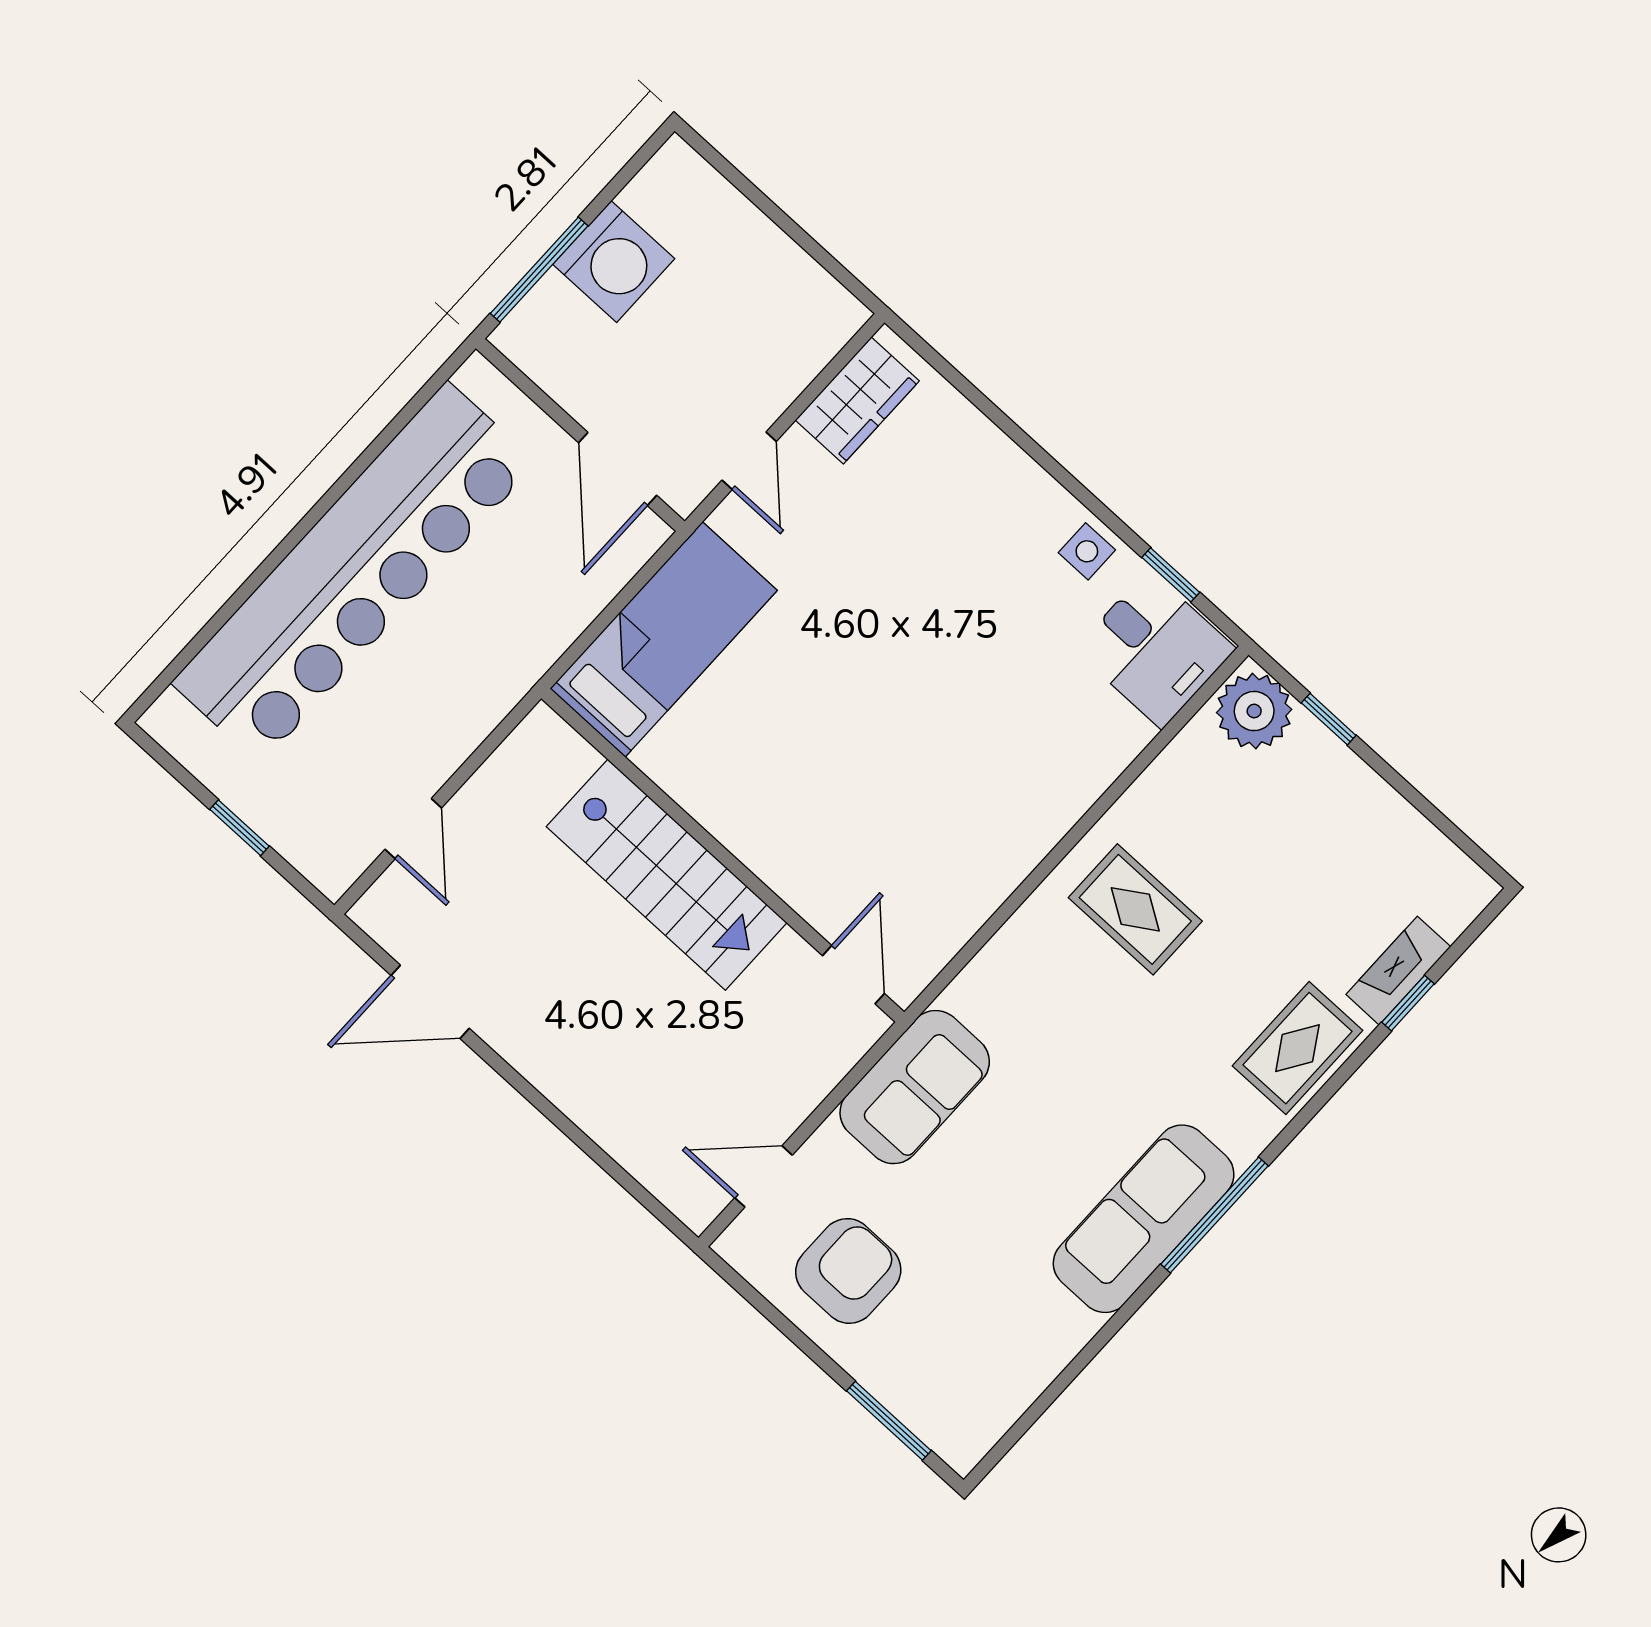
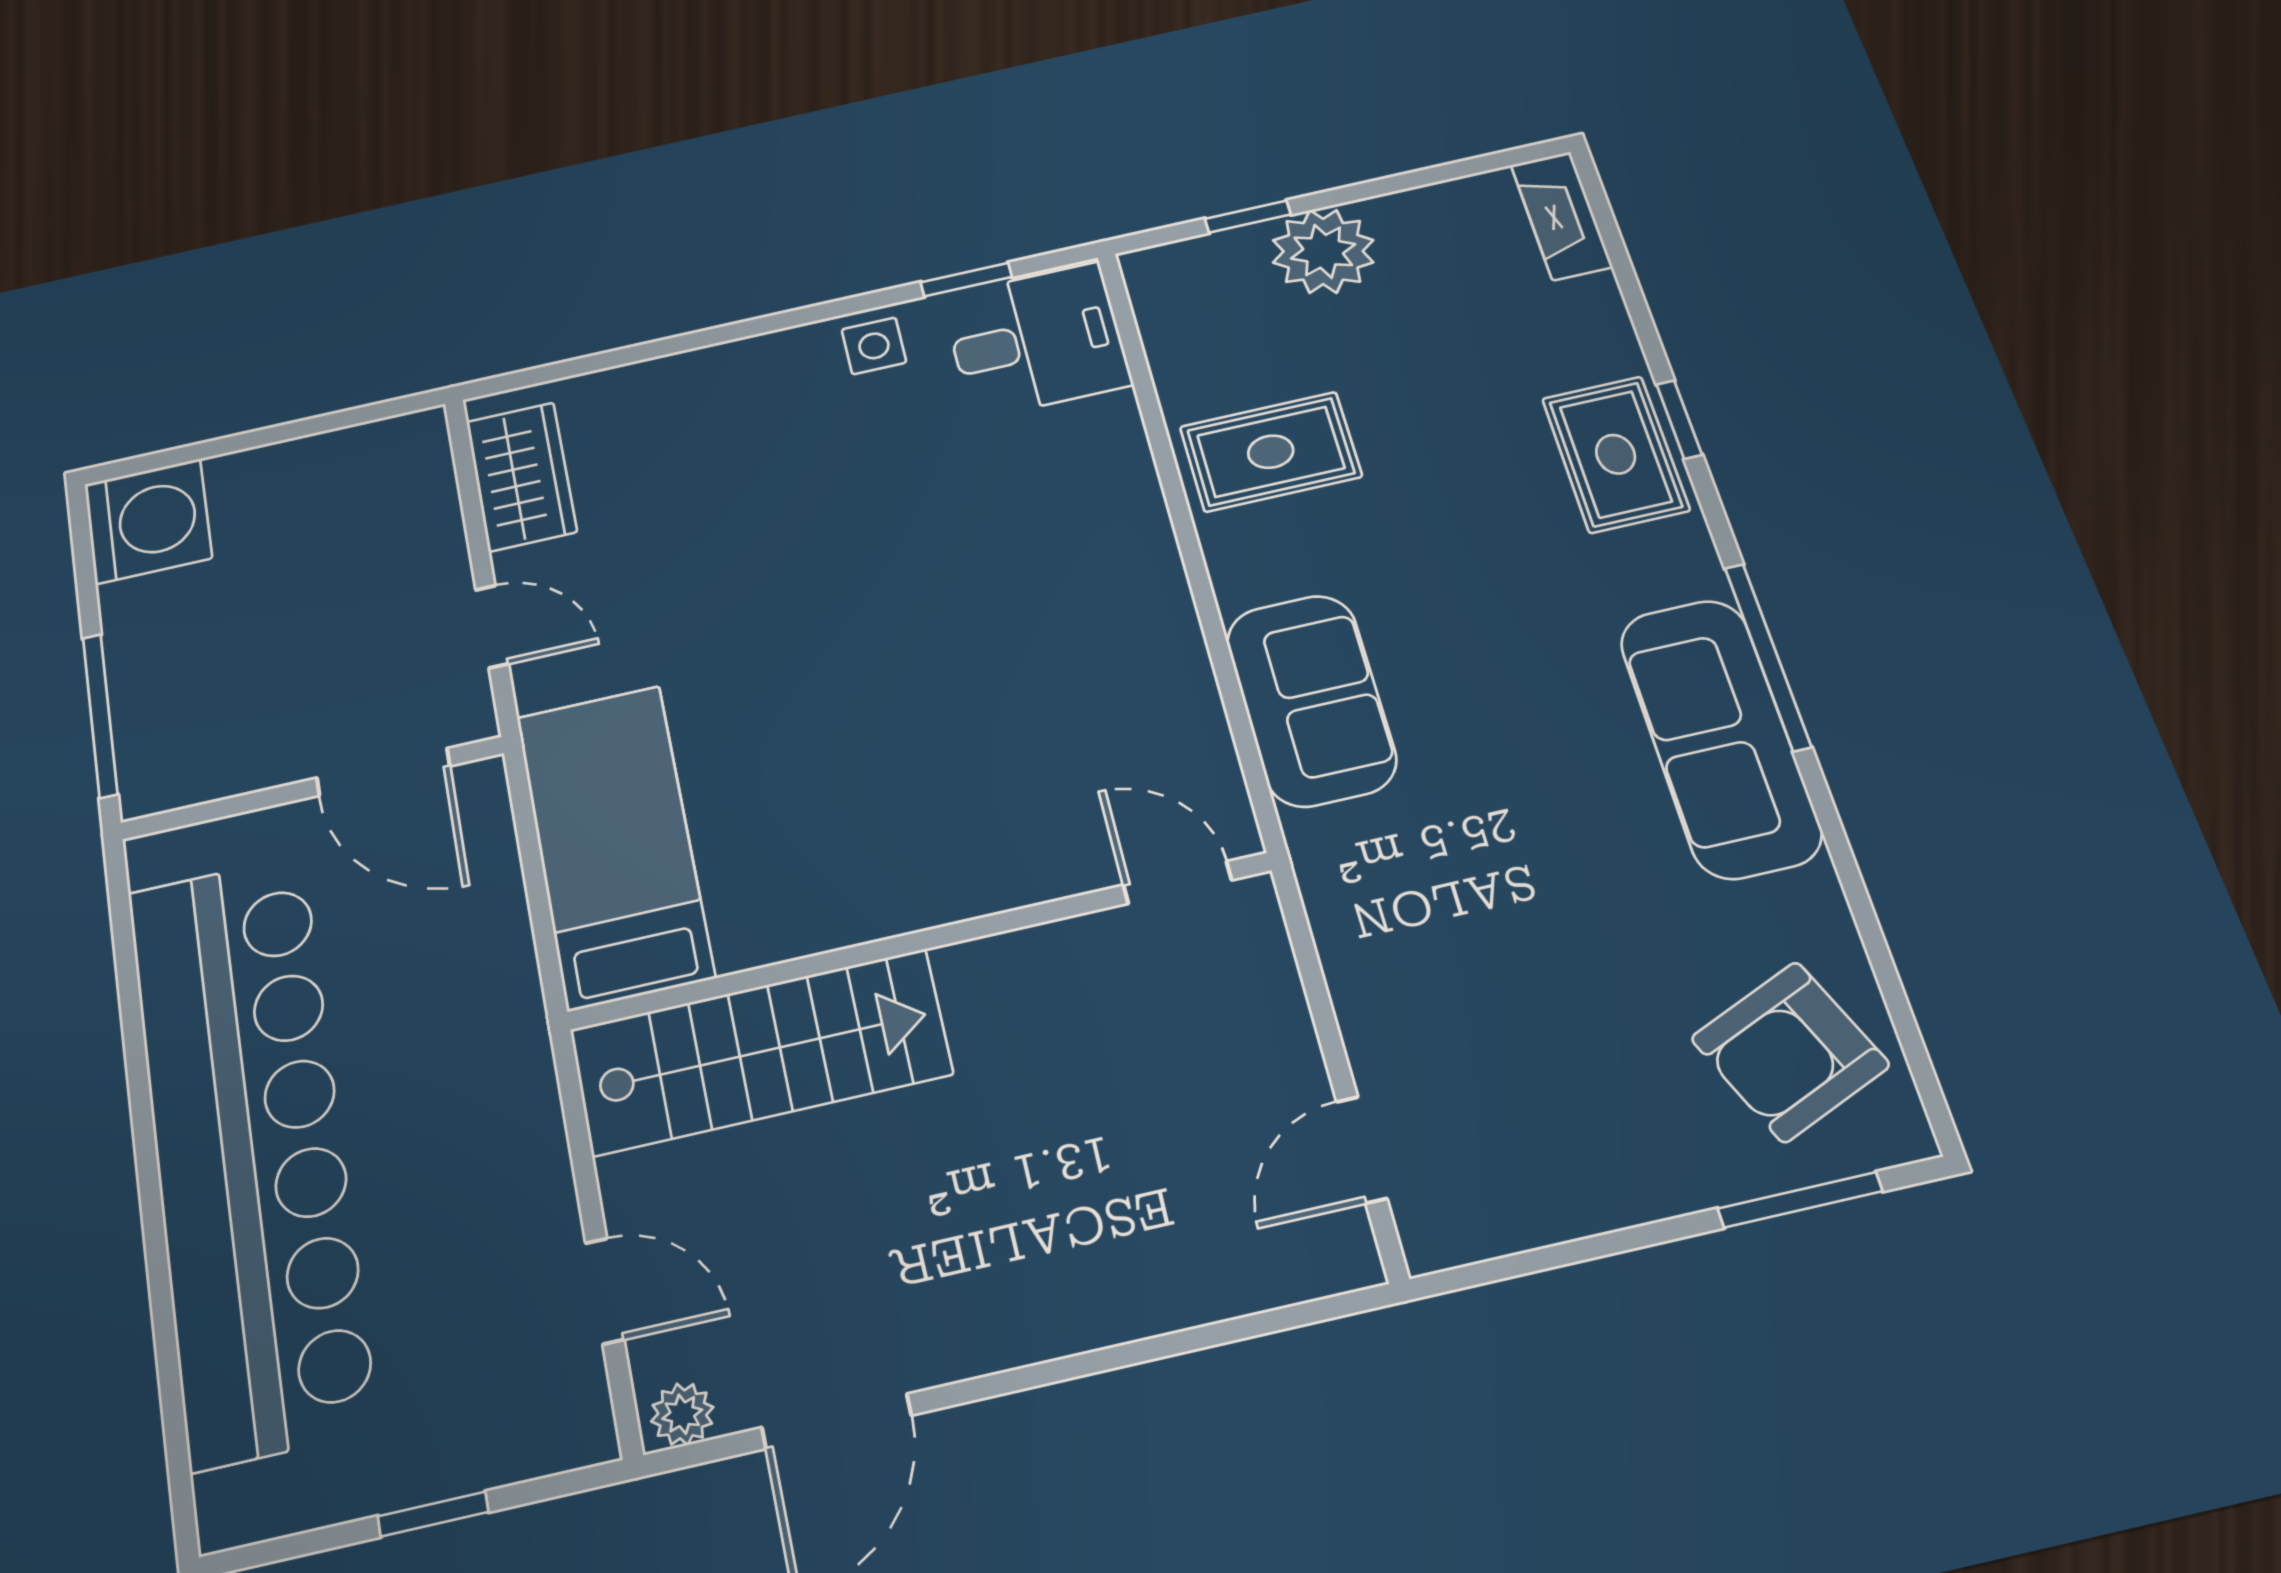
washing machine: (614, 262) -> (148, 521), moved
plant: (1254, 711) -> (1323, 251), moved
stairs: (667, 875) -> (760, 1052), moved
rug: (1135, 909) -> (1271, 452), moved
plant: (378, 919) -> (682, 1414), added
fireplace: (1398, 971) -> (1561, 216), moved
window: (1408, 1003) -> (1679, 420), moved
sofa: (915, 1087) -> (1311, 700), moved
armchair: (848, 1271) -> (1790, 1052), moved, turned -113

